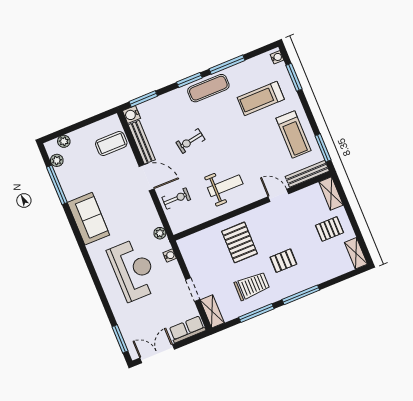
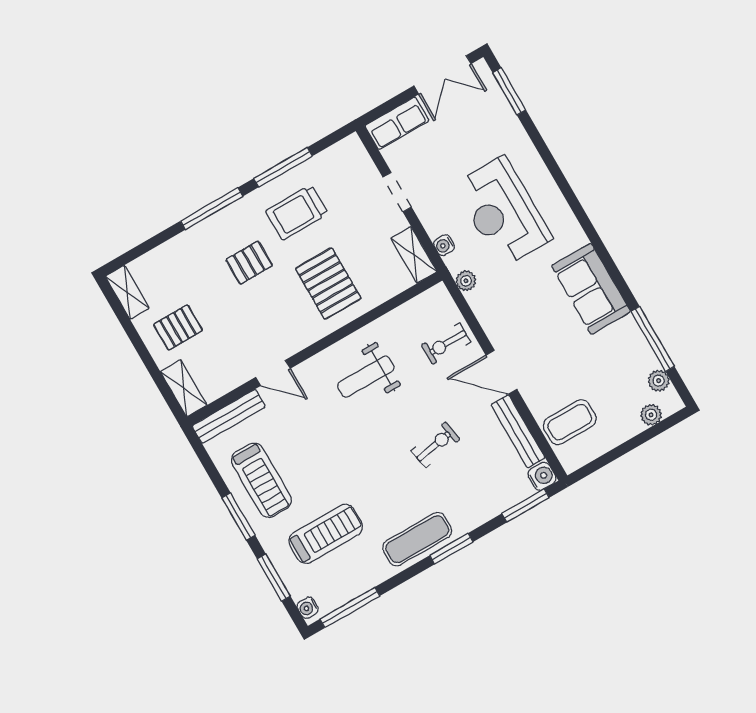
window: (227, 65) -> (350, 607), moved
treadmill: (293, 134) -> (261, 480), turned 180
window: (323, 148) -> (238, 517), moved
shelving: (212, 311) -> (414, 255), moved

